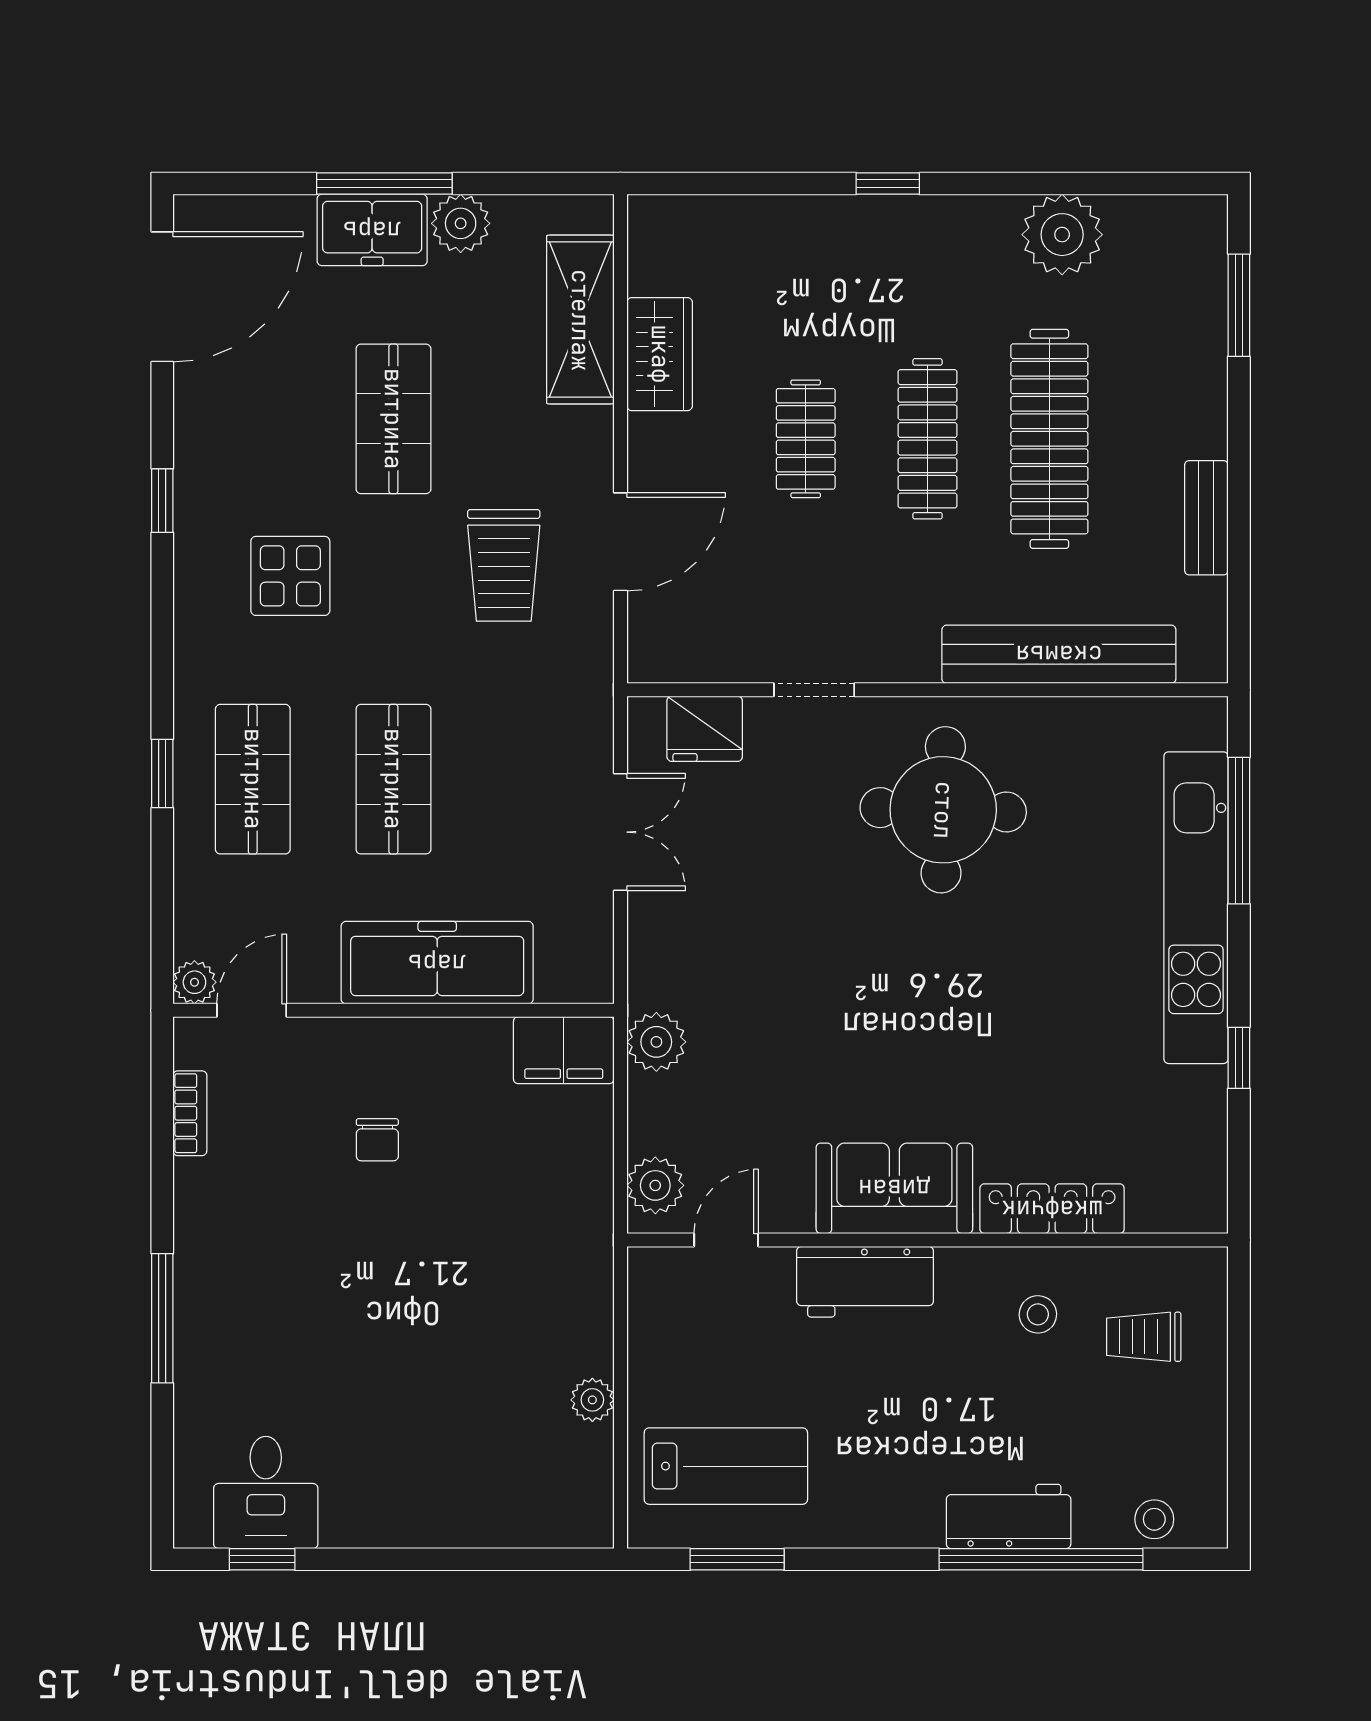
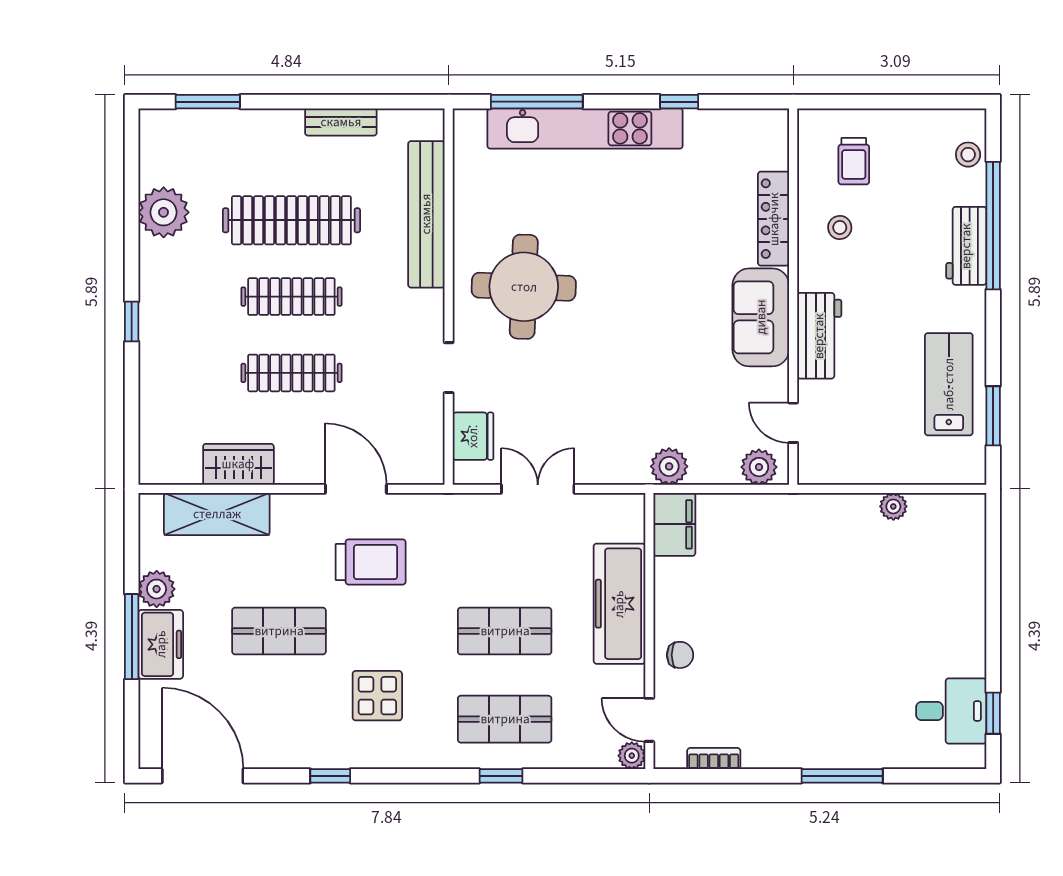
clothes rail: (806, 439) -> (291, 373), width x1.36
chair: (377, 1140) -> (680, 655), moved
lab bench: (726, 1466) -> (949, 384), moved

